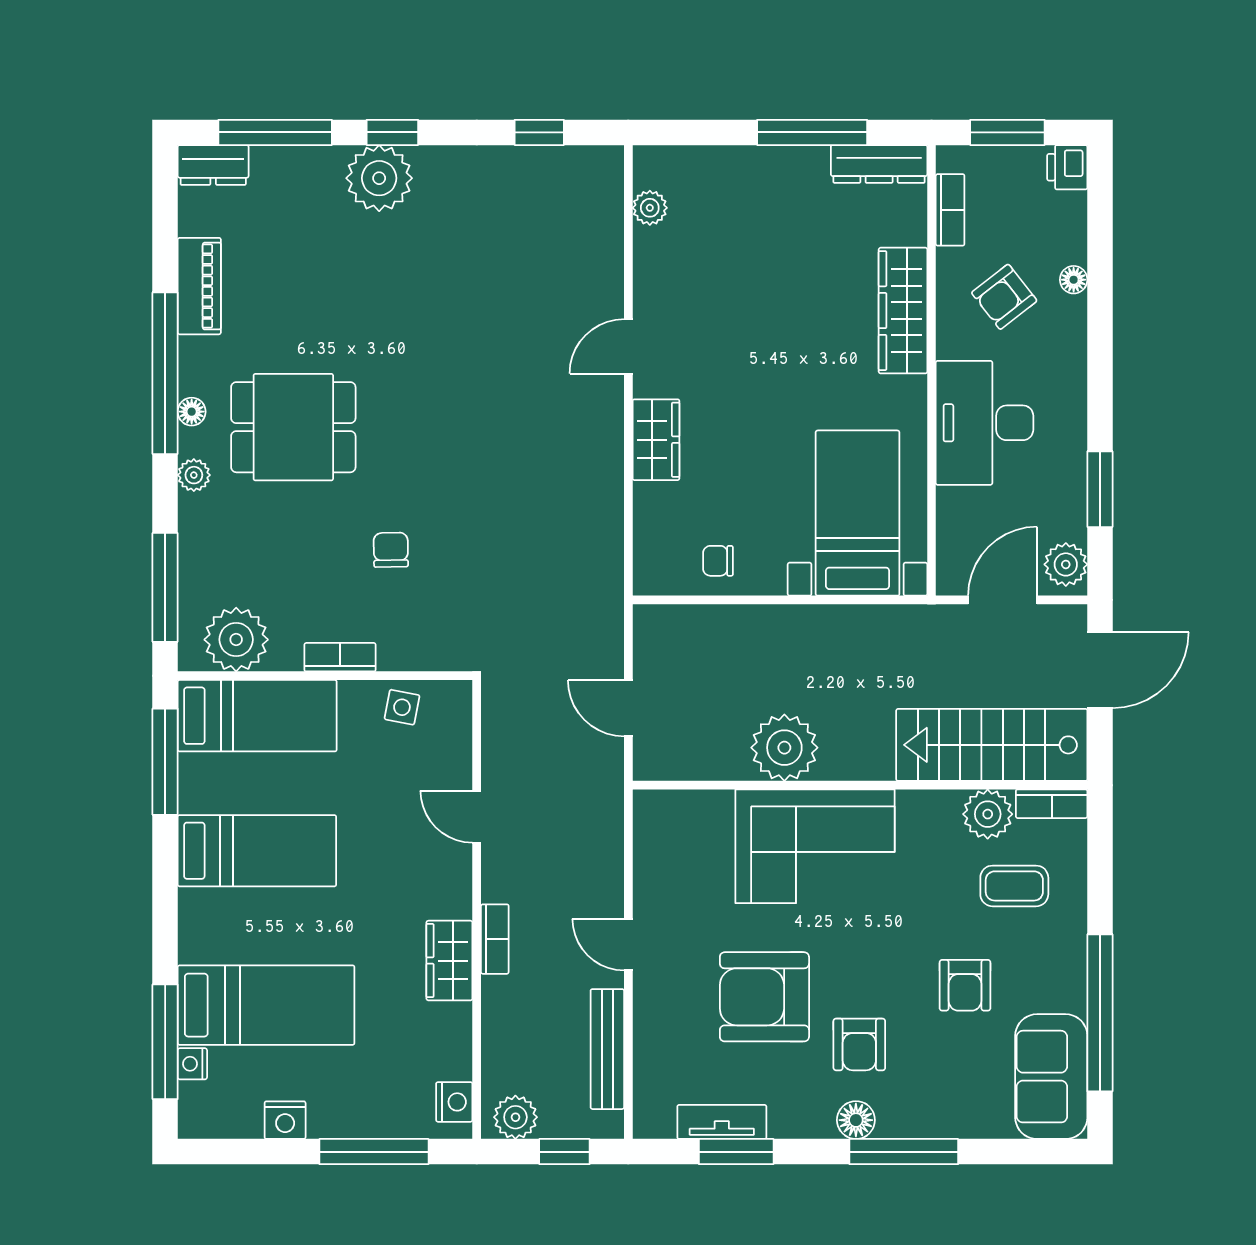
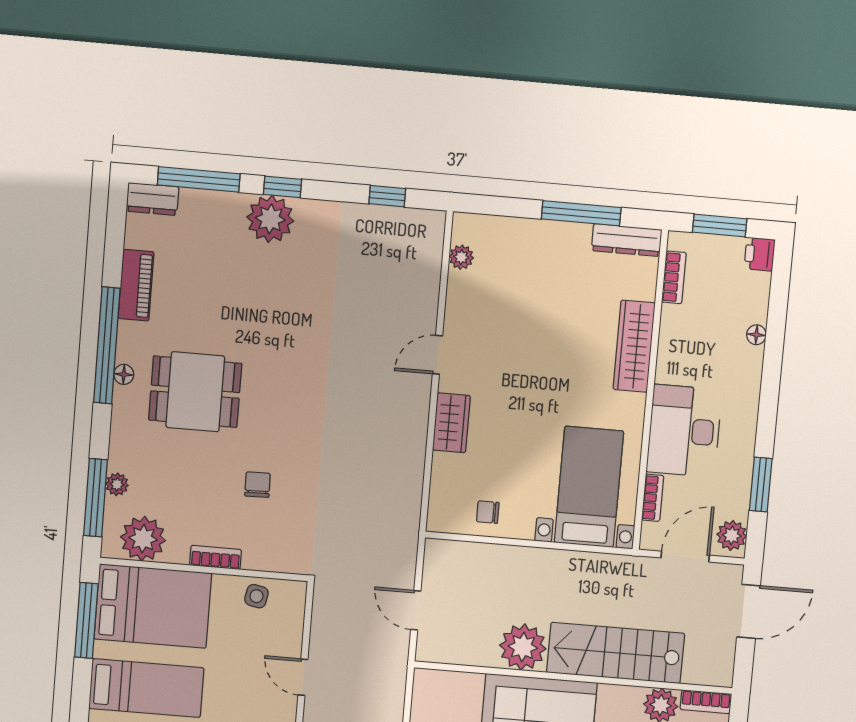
armchair: (1004, 297) -> (706, 343), removed
plant: (194, 475) -> (117, 484), moved
bookcase: (949, 521) -> (653, 498), added
bed: (257, 716) -> (153, 606), width x1.50
stairs: (992, 745) -> (616, 653), moved

